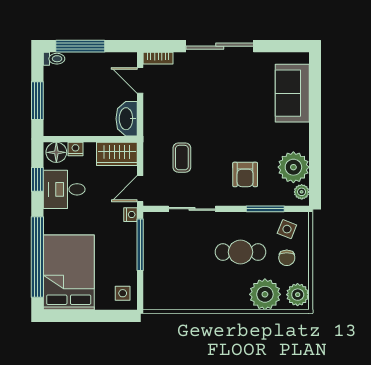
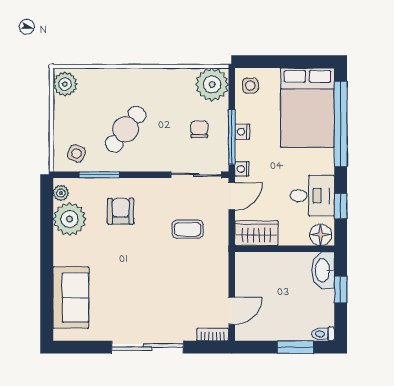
window: (80, 46) -> (295, 347), width x0.69
door: (140, 81) -> (232, 311), hinge flipped
window: (37, 101) -> (341, 289), width x0.67
washbasin: (127, 119) -> (323, 270), moved, turned 180
nightstand: (75, 149) -> (242, 132), moved, turned 90
coffee table: (182, 158) -> (188, 229), turned 90
sliding door: (192, 209) -> (196, 175), moved
cafe table: (240, 252) -> (126, 129), turned -52
chair: (287, 258) -> (199, 129), moved
plant: (265, 294) -> (212, 84), moved

